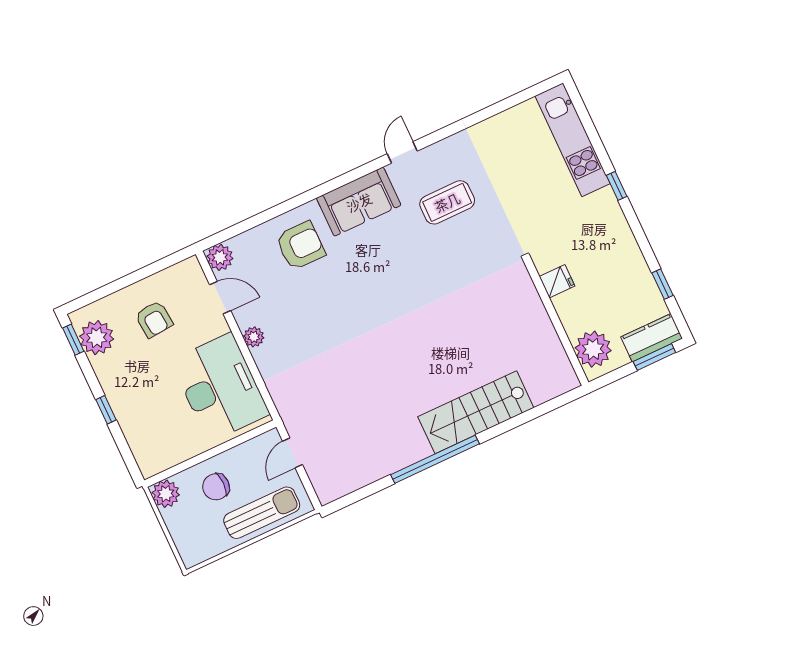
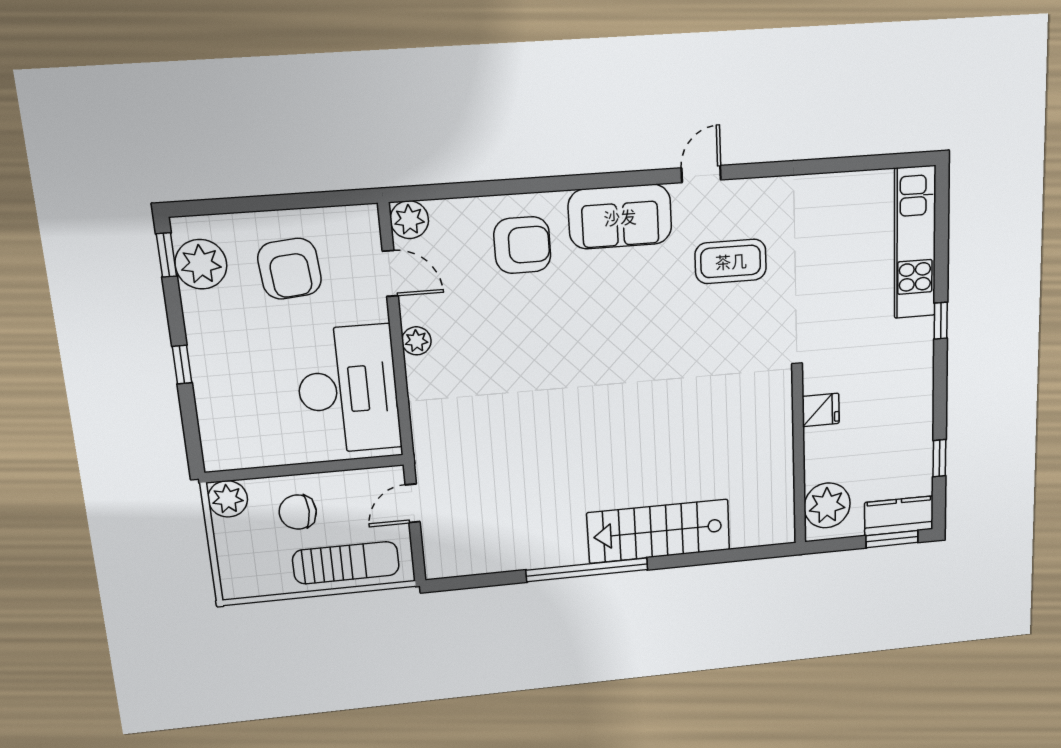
armchair: (154, 319) -> (290, 269), width x1.38, depth x1.38

